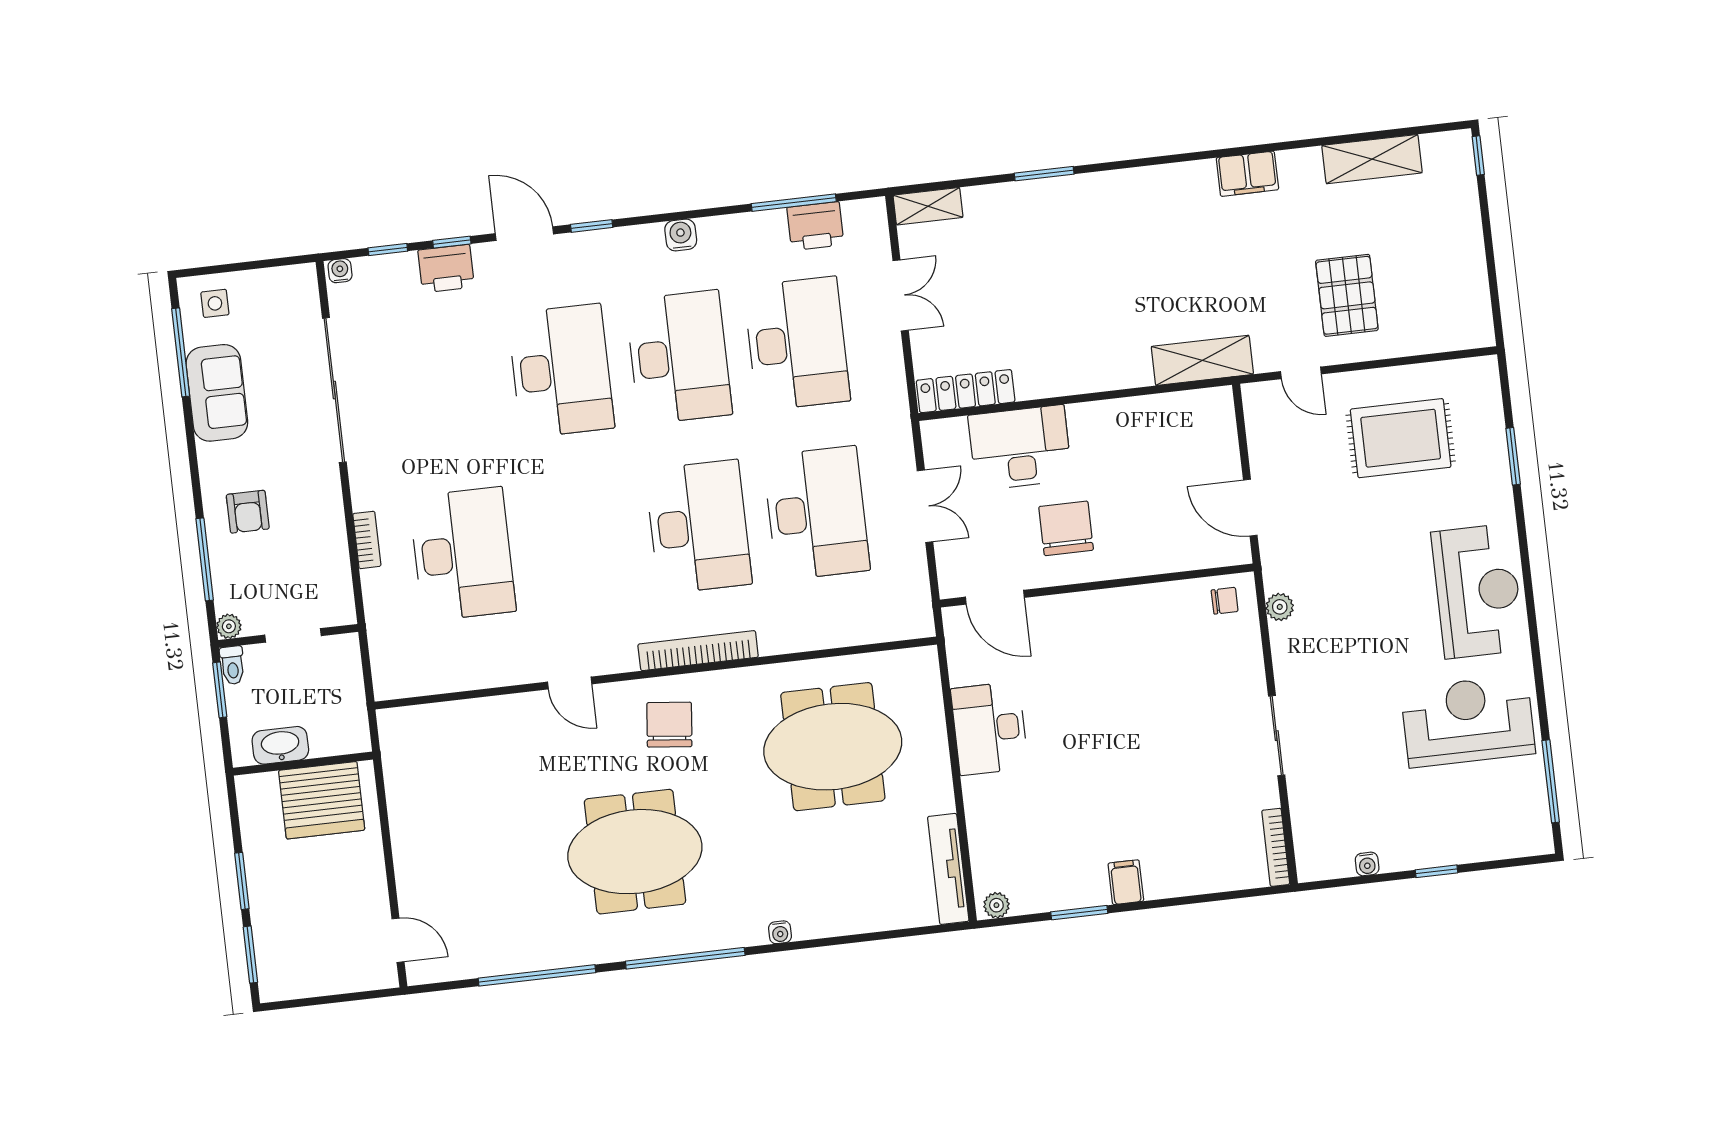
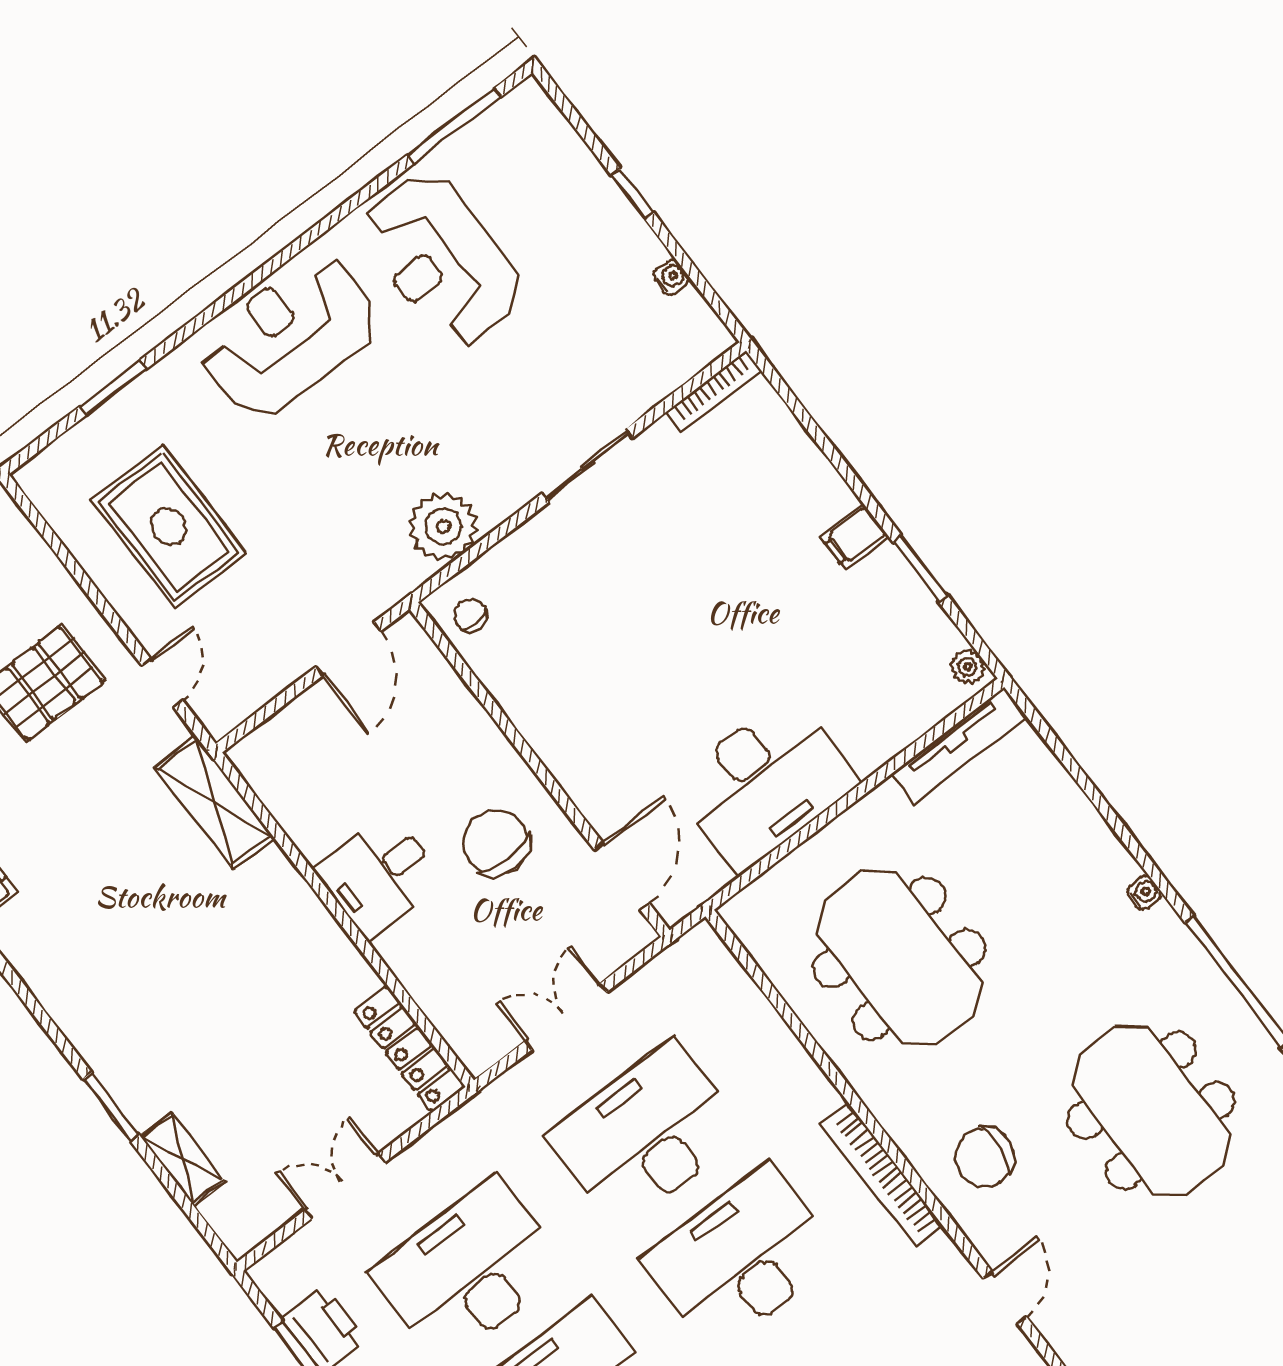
shelving: (928, 206) -> (182, 1159), moved
desk: (1020, 448) -> (379, 875), moved, width x0.73
chair: (1066, 528) -> (496, 843), turned 90
plant: (1280, 607) -> (443, 526), width x1.88, depth x1.88
desk: (989, 728) -> (765, 783), width x1.36, depth x1.30

